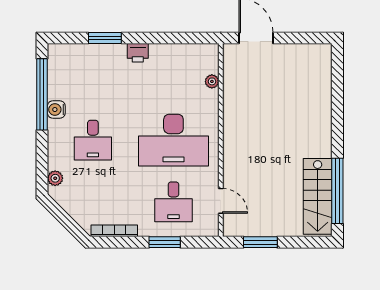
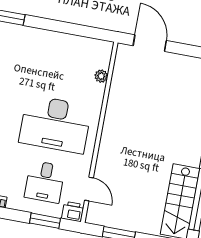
printer: (138, 53) -> (73, 211), moved, turned 180
window: (165, 242) -> (45, 221), moved

